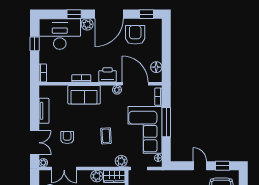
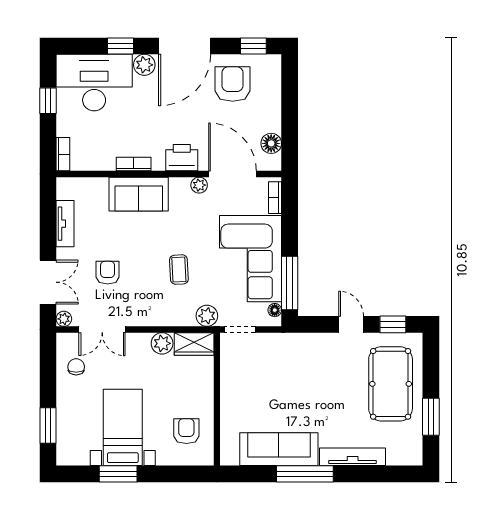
window: (166, 122) -> (290, 283), moved

